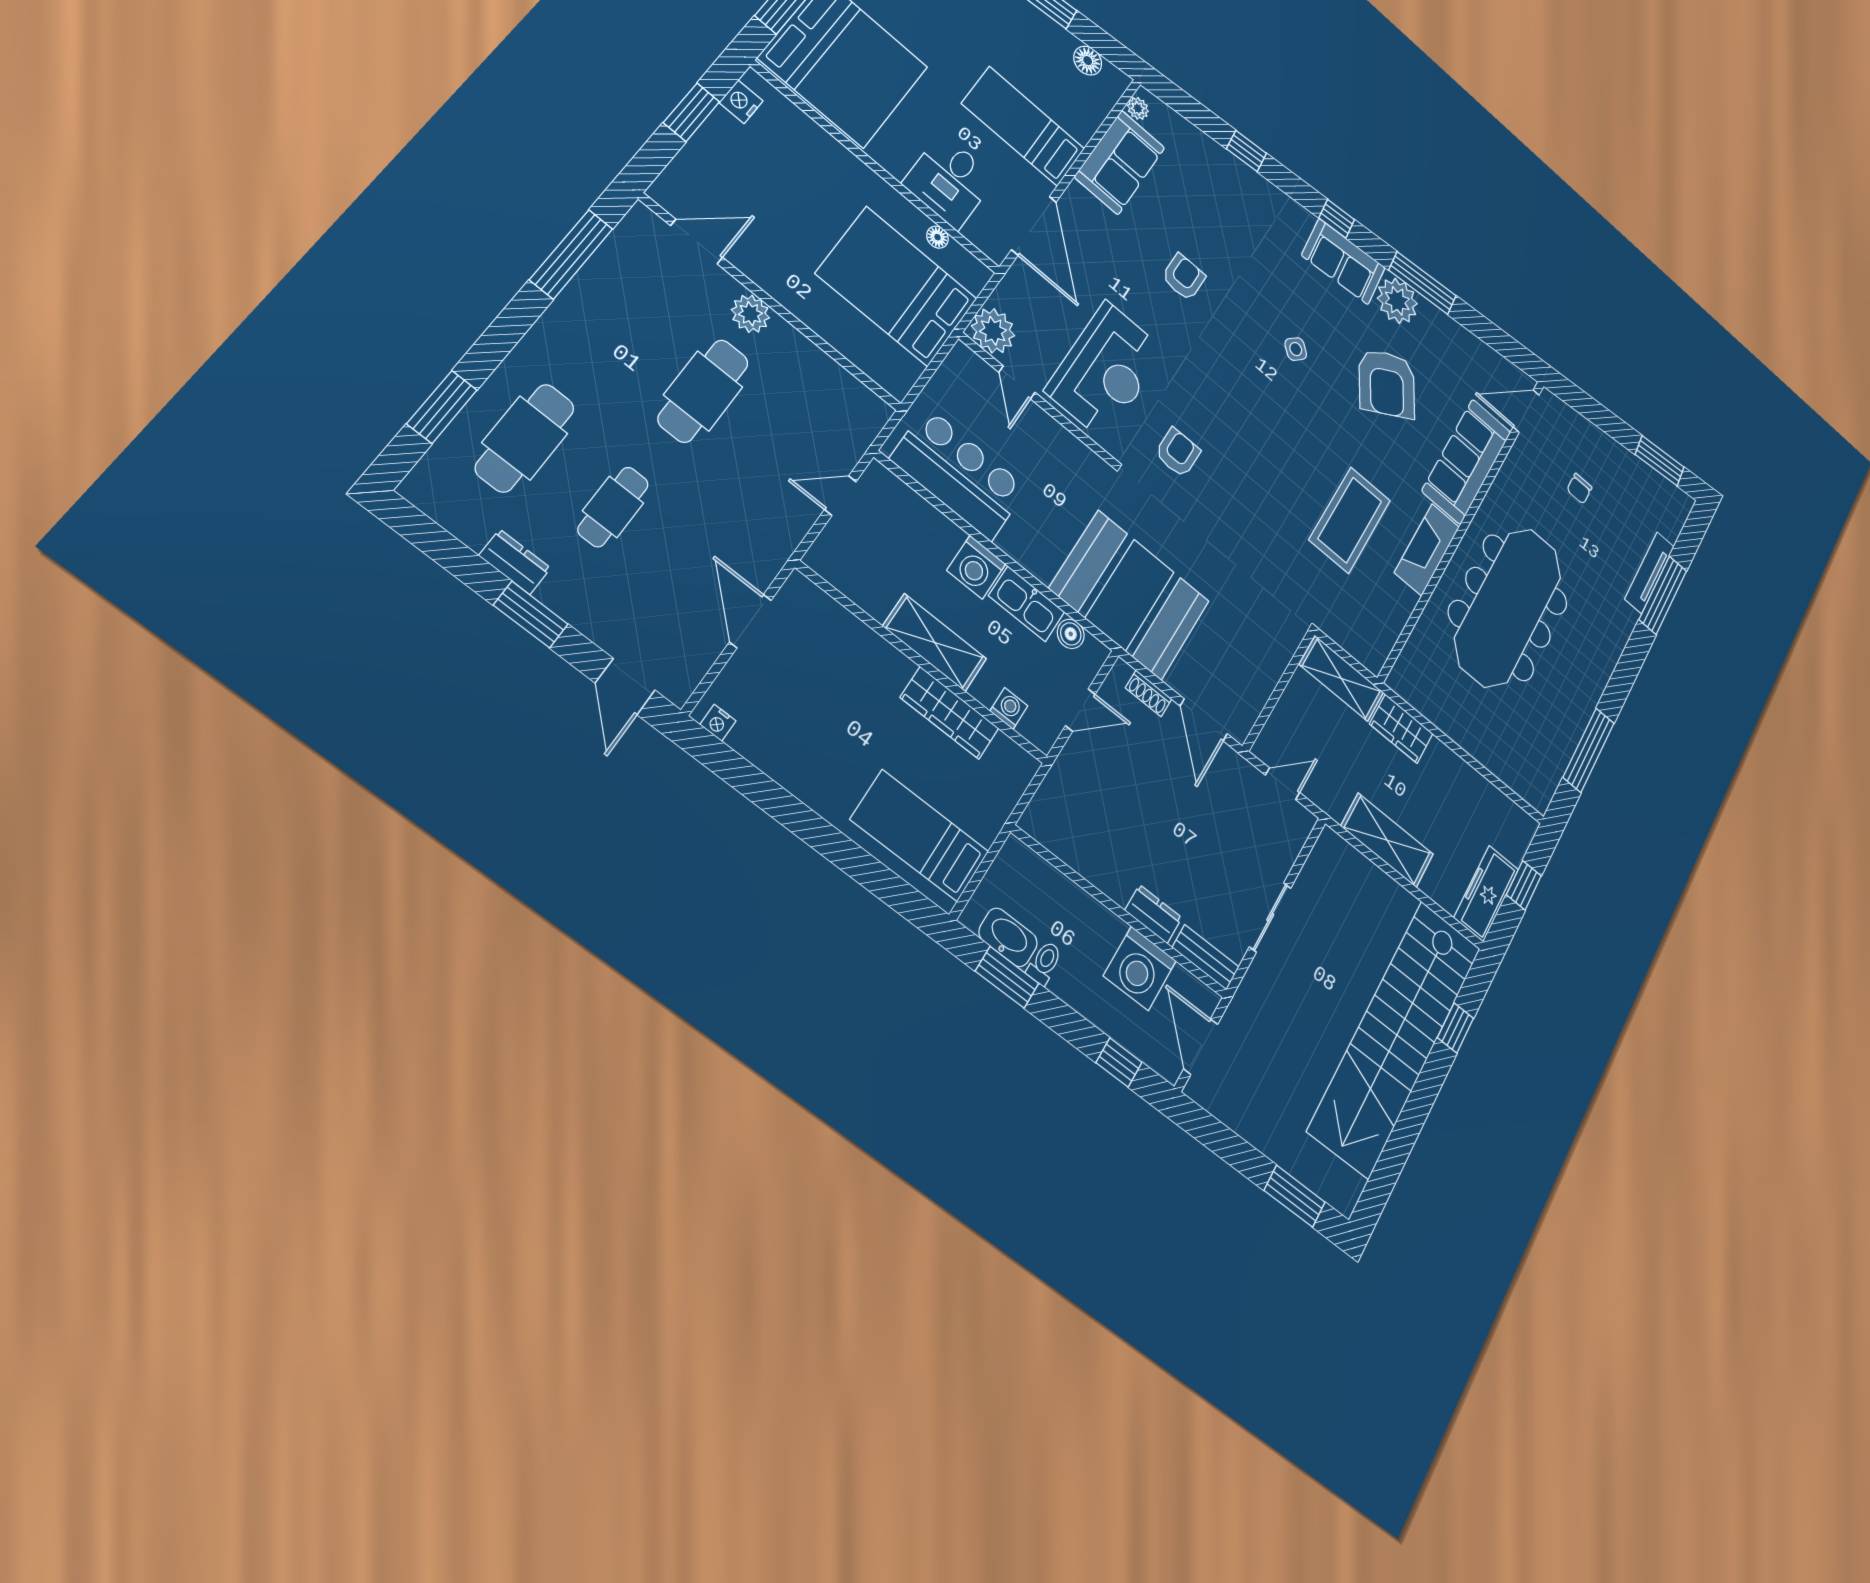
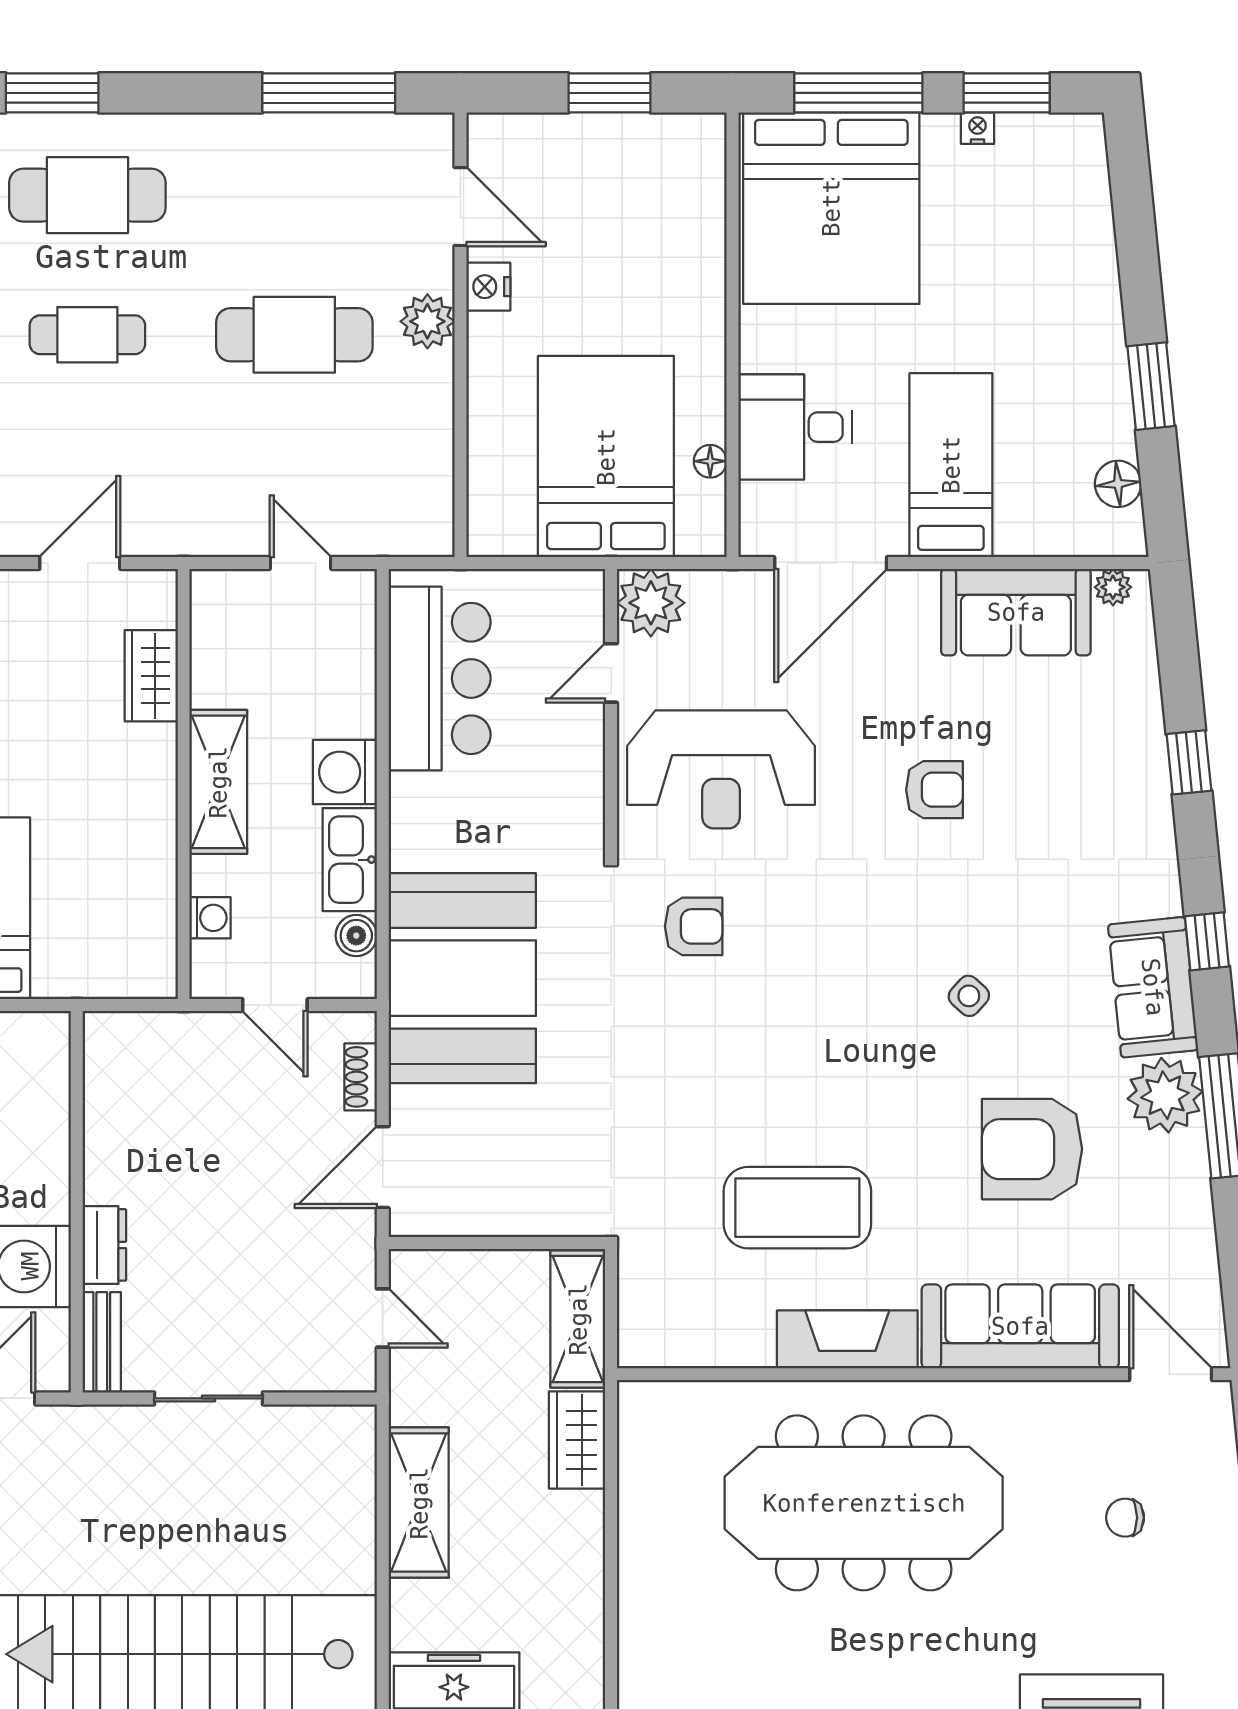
nightstand: (741, 102) -> (488, 287), moved, turned -90
armchair: (1387, 384) -> (1032, 1149), turned 31
wardrobe: (950, 713) -> (151, 676), moved, width x0.67

